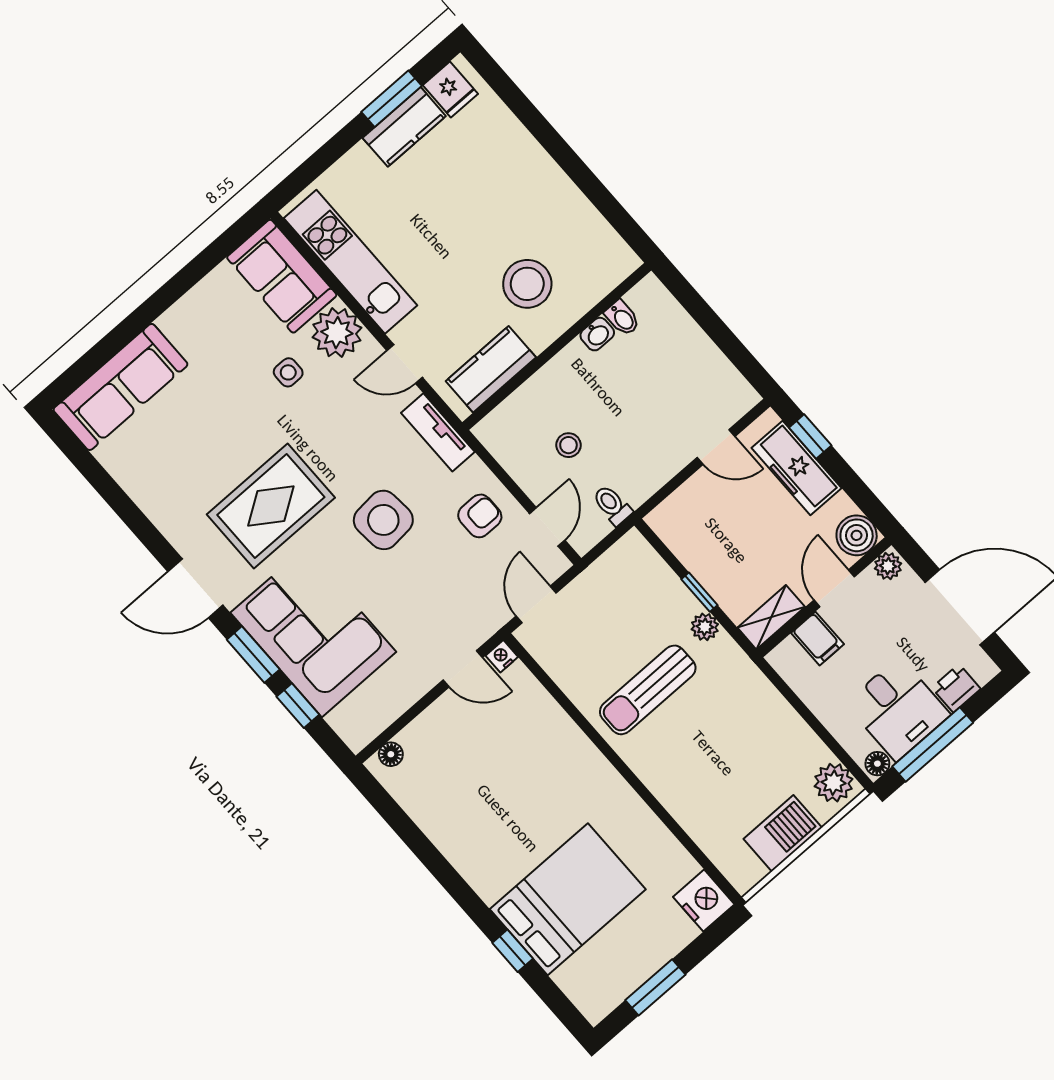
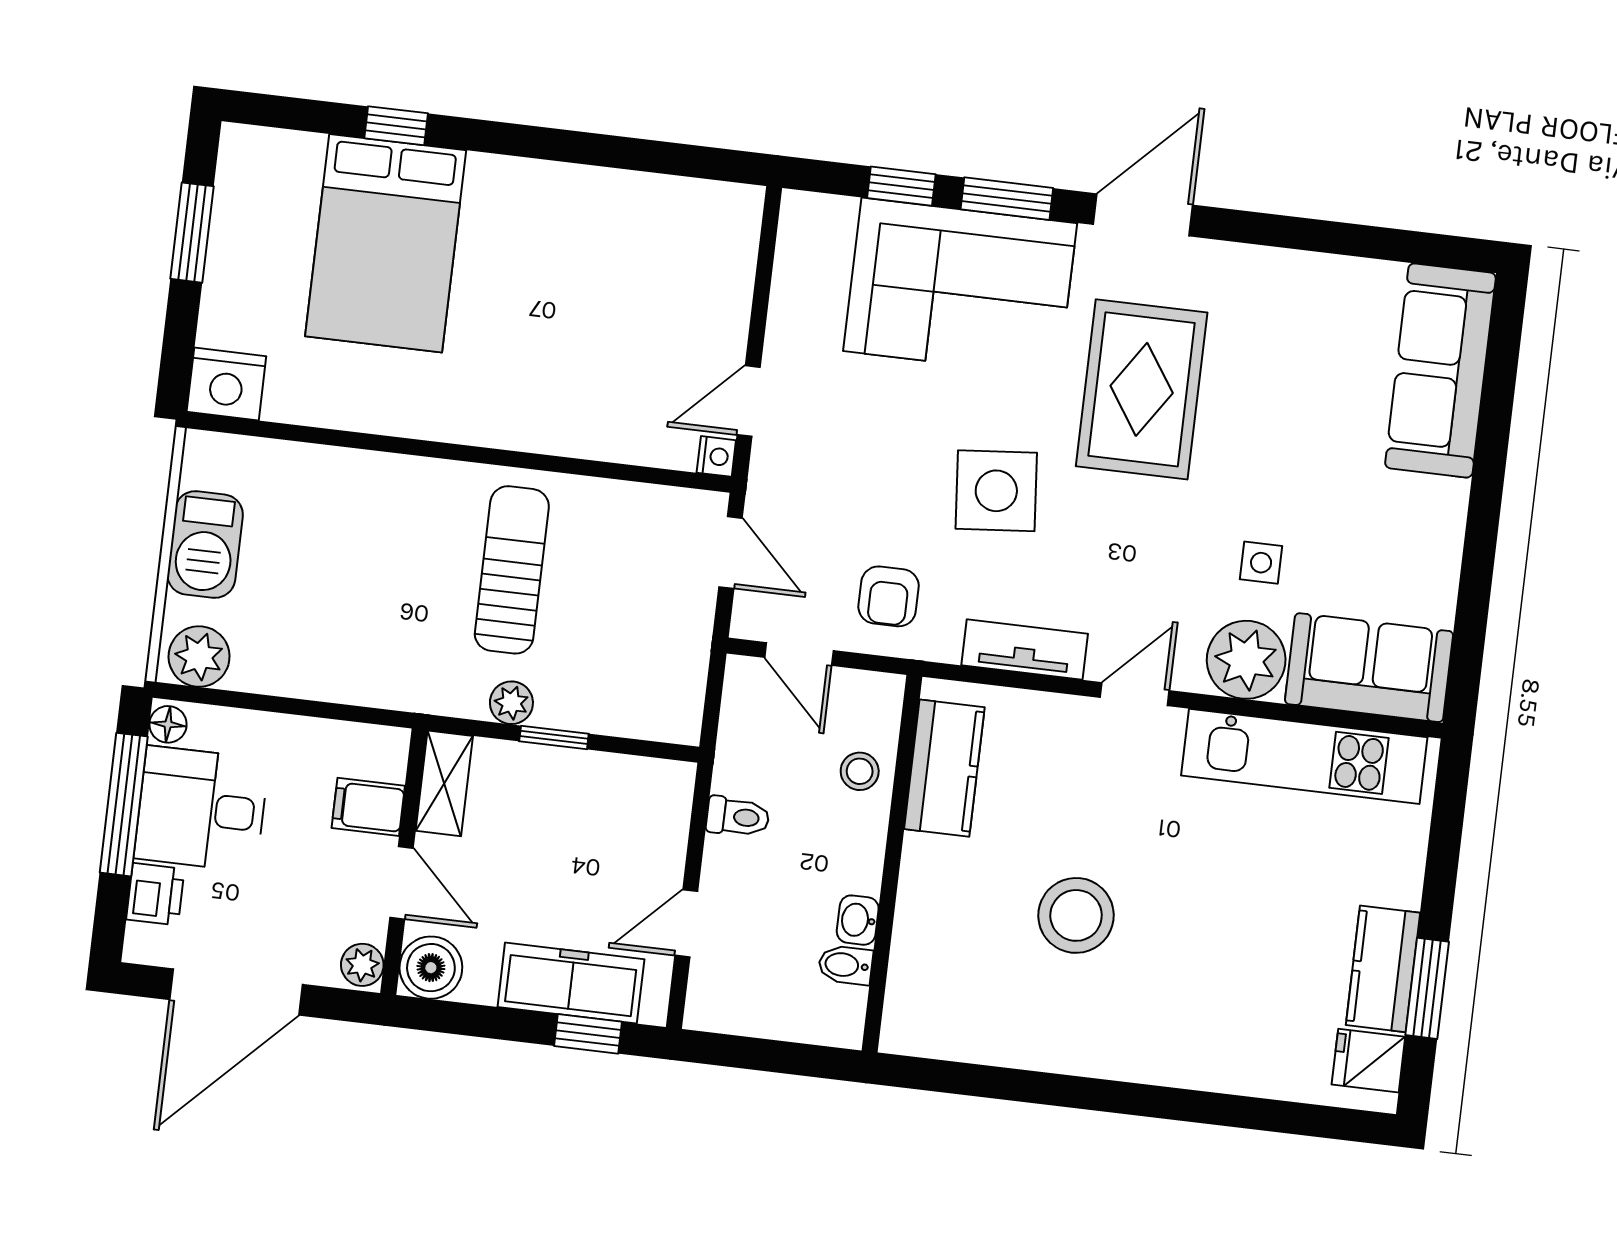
bidet: (622, 318) -> (845, 965), moved
washbasin: (597, 334) -> (858, 920), moved
wall: (557, 346) -> (892, 864), moved
kitchen counter: (491, 369) -> (944, 768), moved
toilet: (612, 505) -> (738, 817), moved
floor lamp: (391, 754) -> (743, 227), removed

